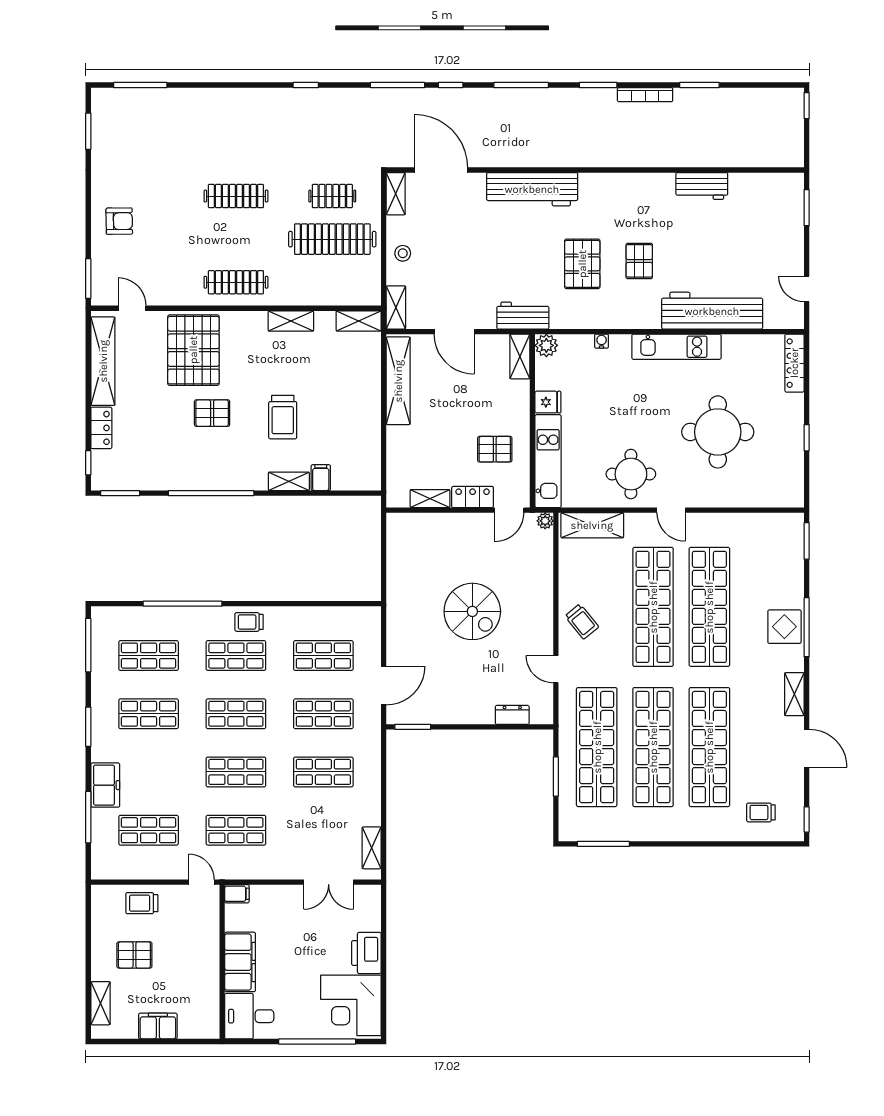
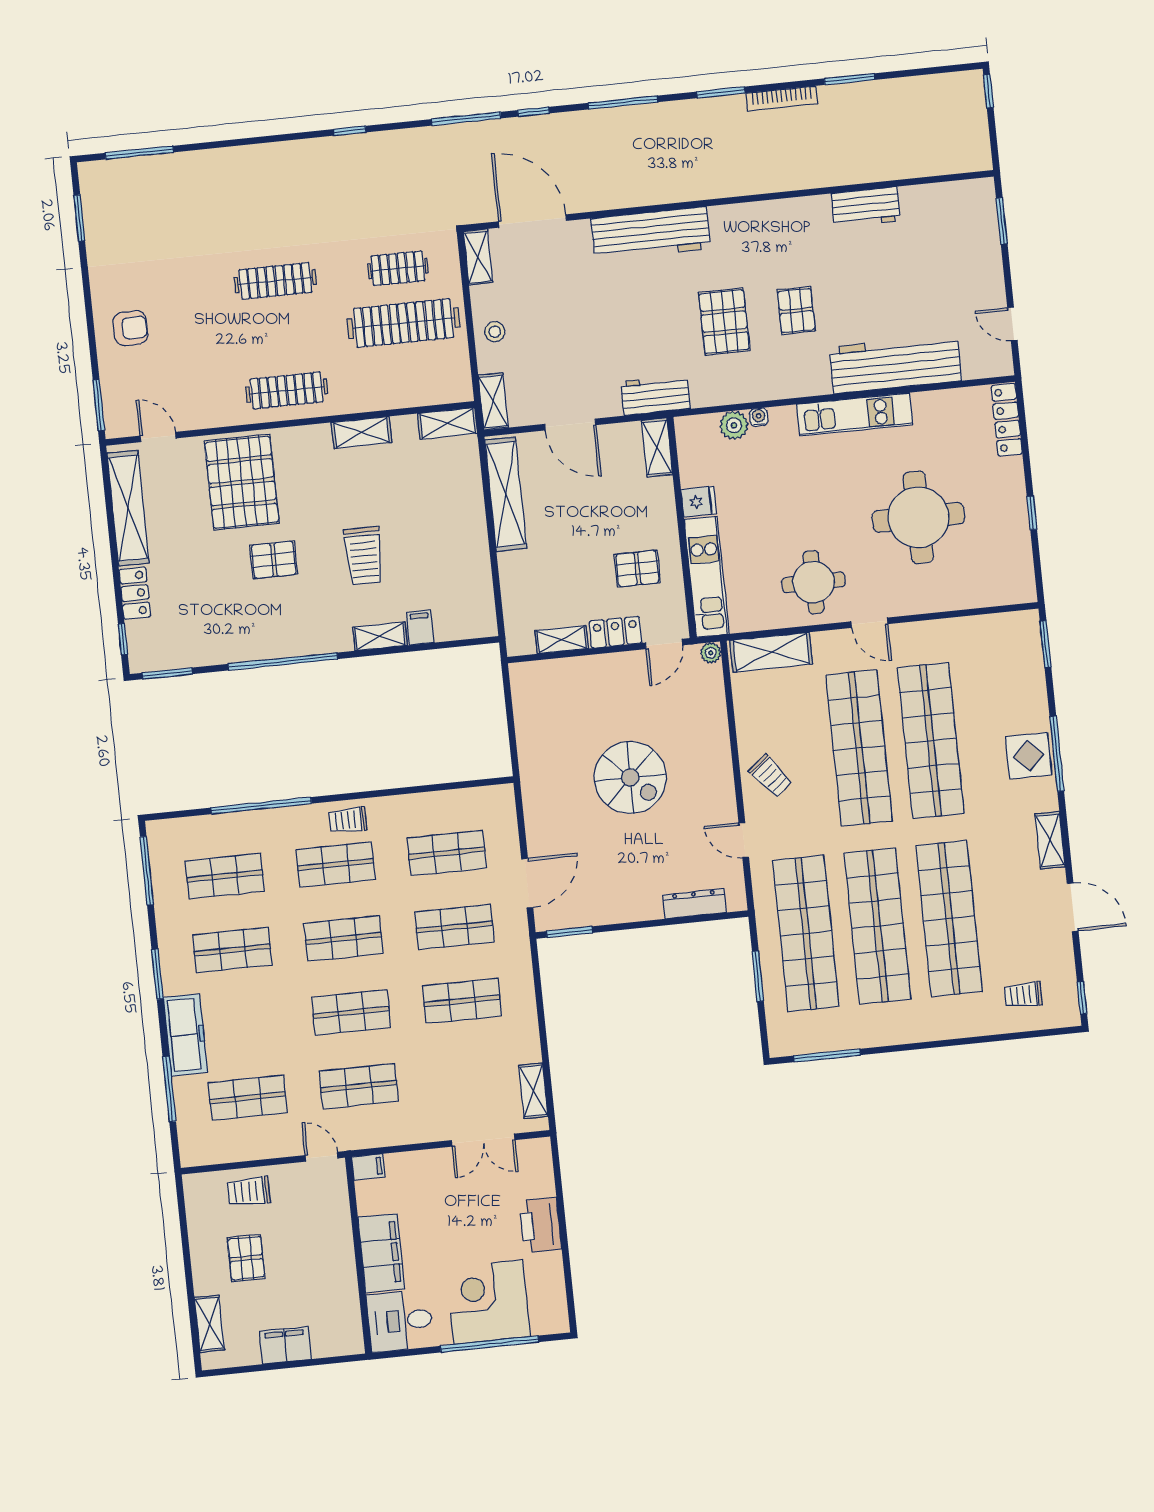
plant: (546, 345) -> (734, 425), moved
dresser: (512, 715) -> (694, 904), width x1.44
freezer: (105, 785) -> (186, 1035), width x1.40
pallet: (134, 955) -> (246, 1258), turned 90
corner desk: (351, 1005) -> (488, 1302), moved, turned 90

